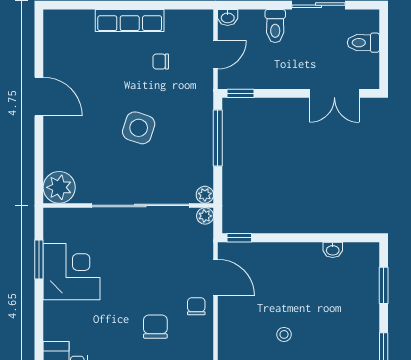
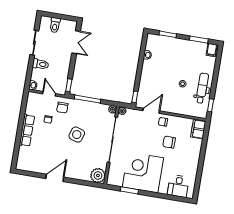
chair: (191, 88) -> (62, 108), added
corner desk: (72, 272) -> (143, 172), width x1.36, depth x1.36

